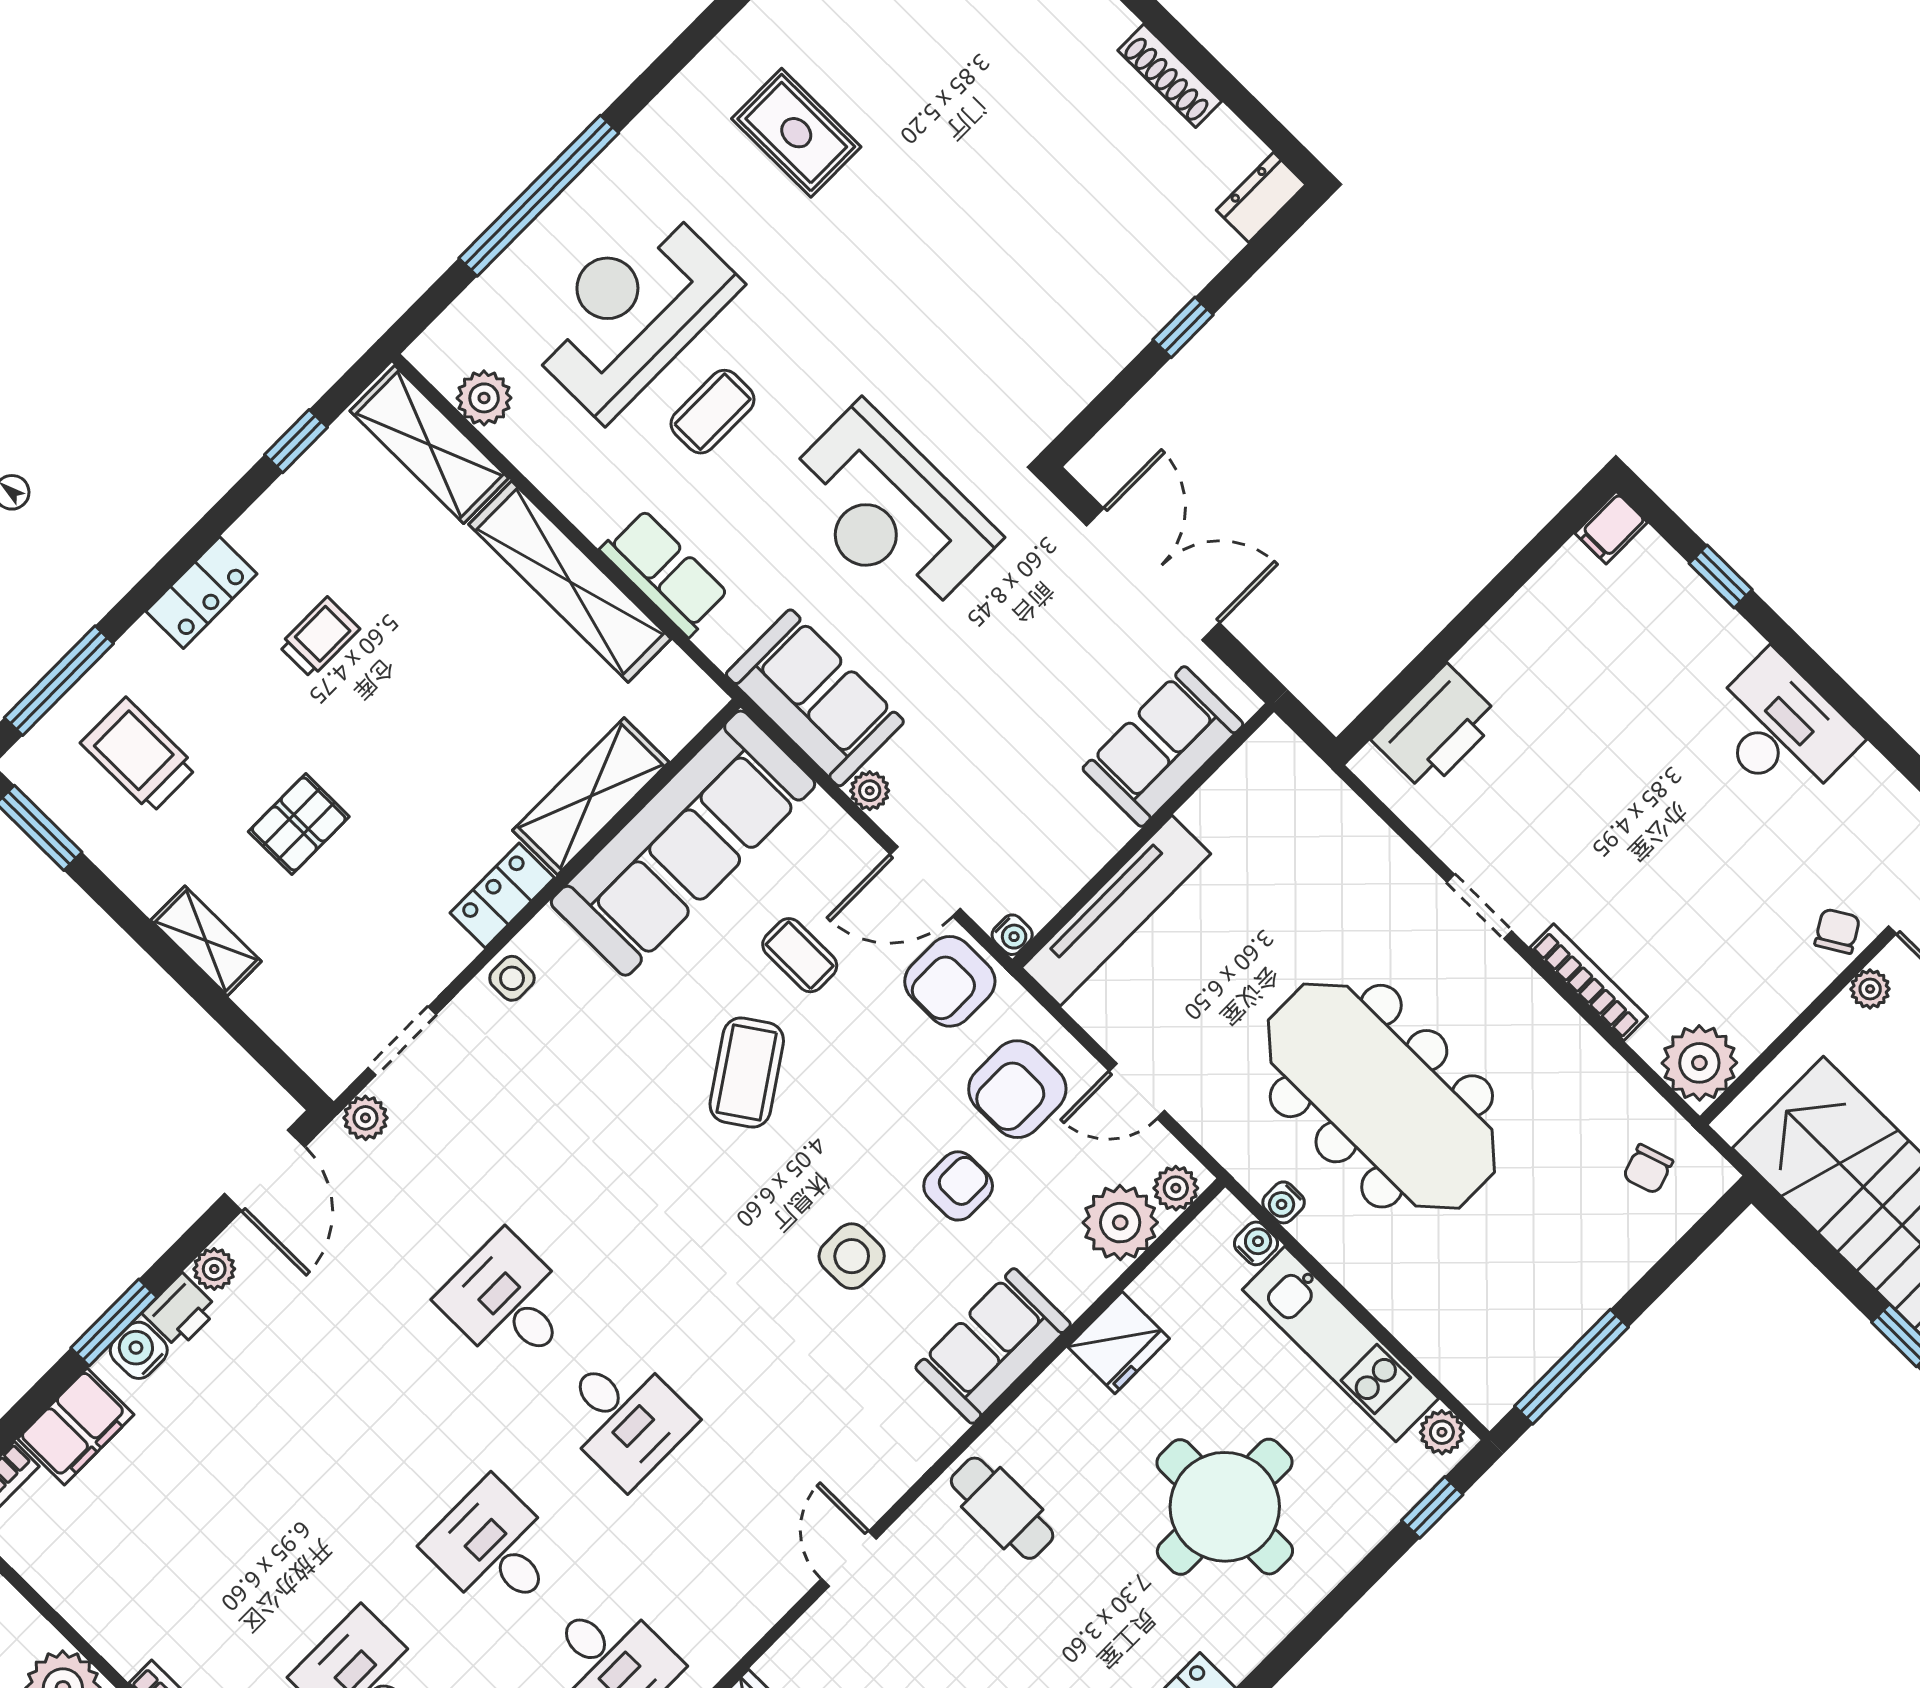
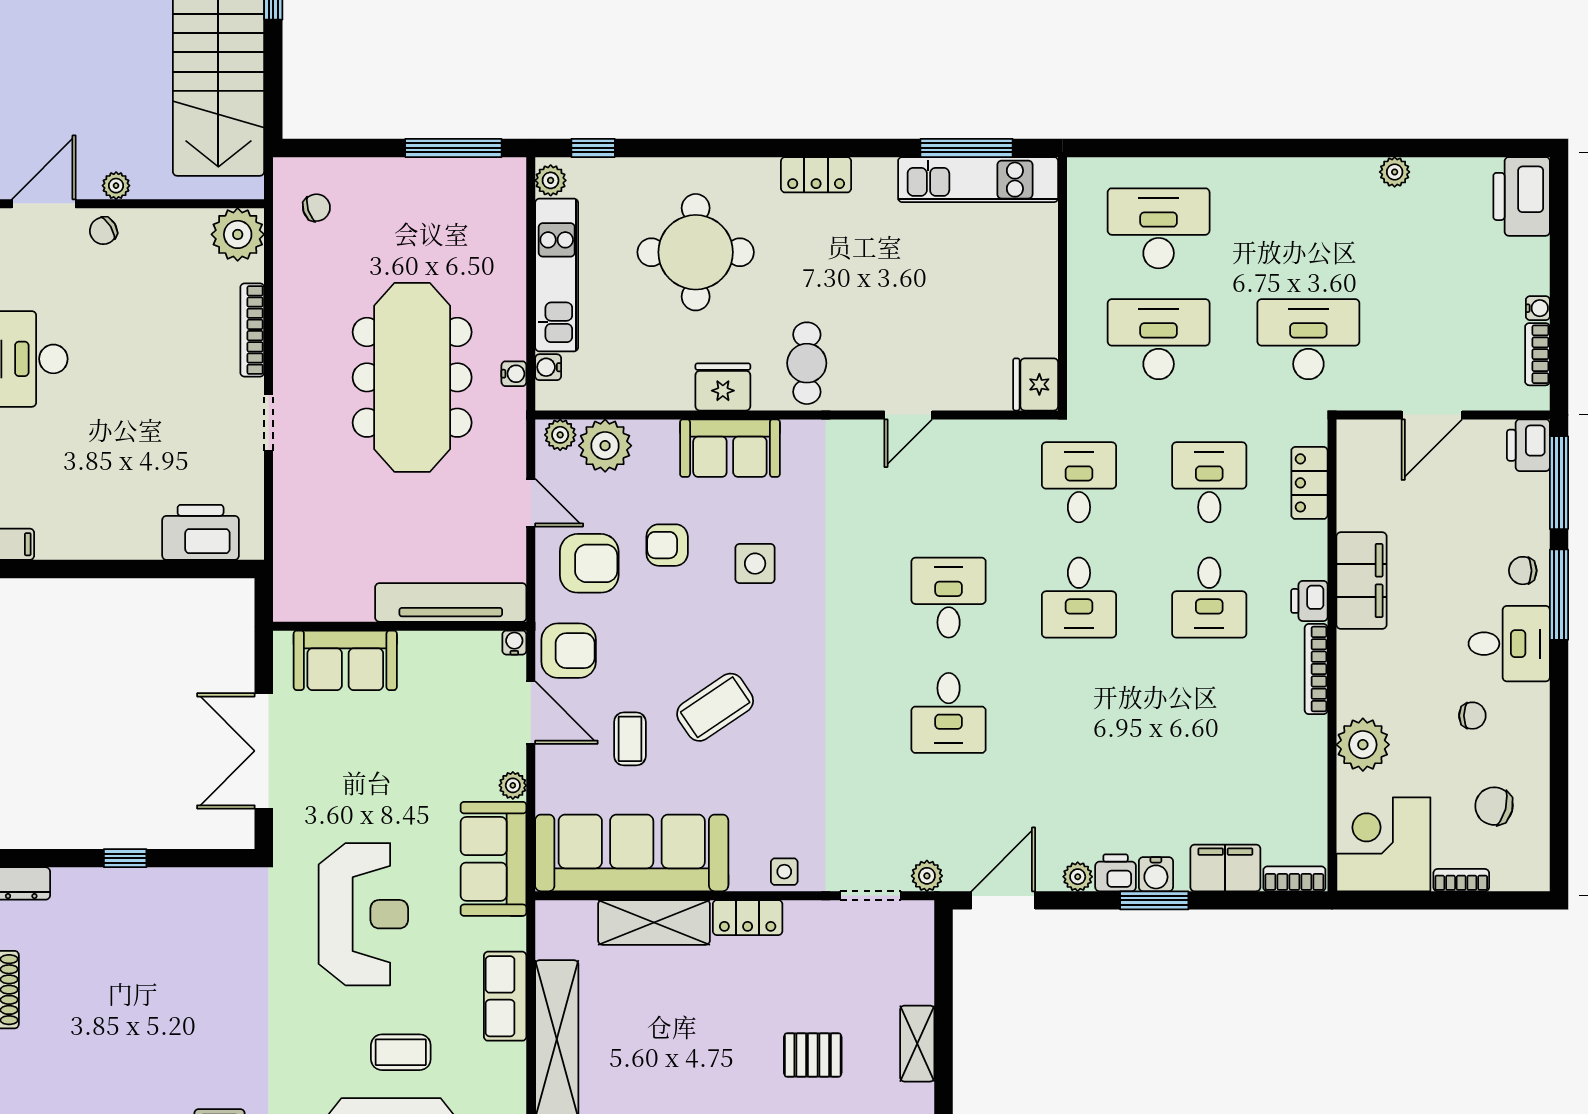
fridge: (1119, 1343) -> (723, 387), moved

